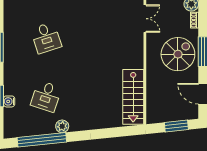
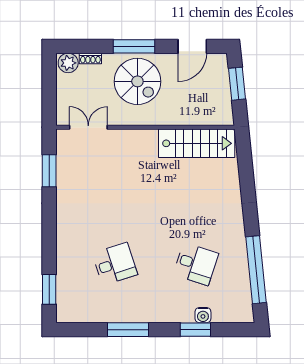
spiral stairs: (178, 54) -> (137, 81), turned 180
plant: (62, 126) -> (237, 242), removed

